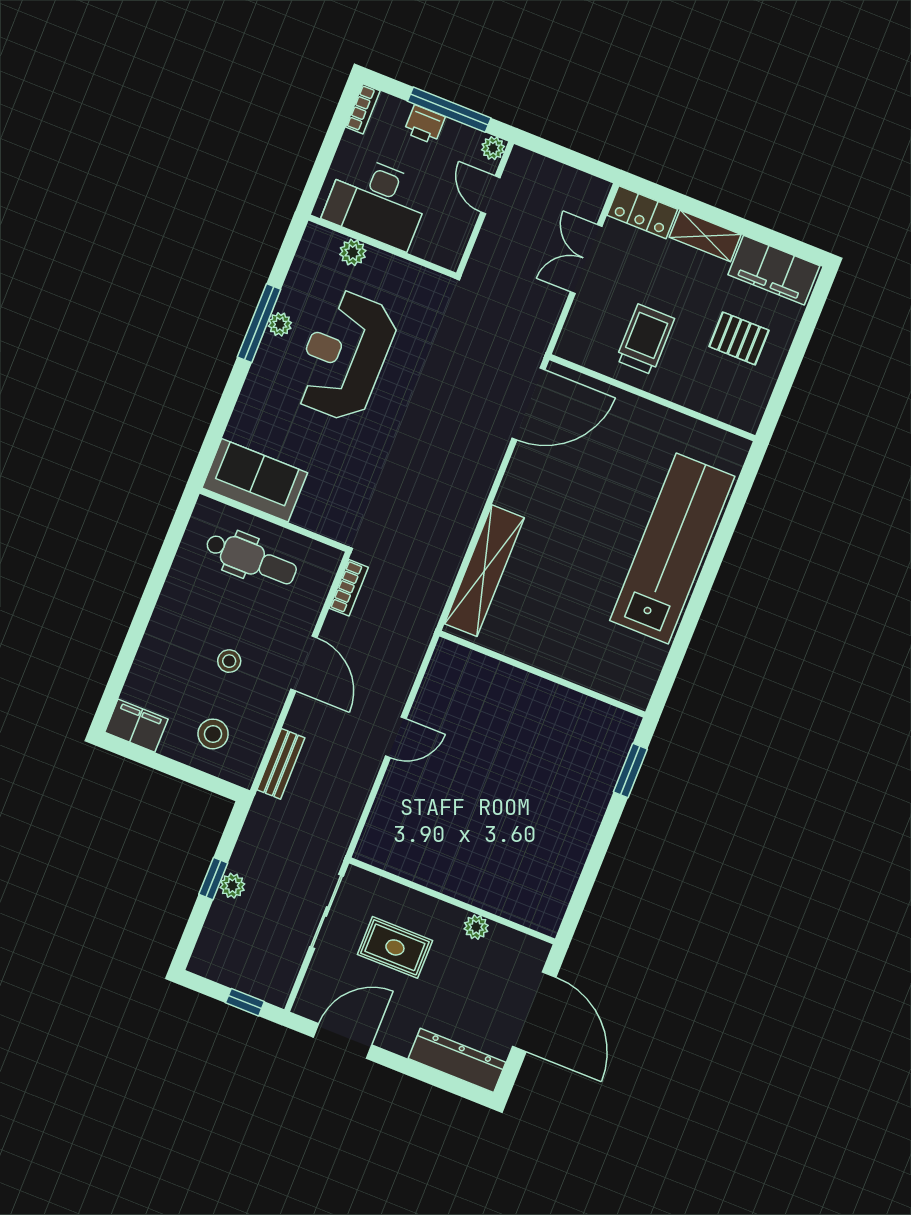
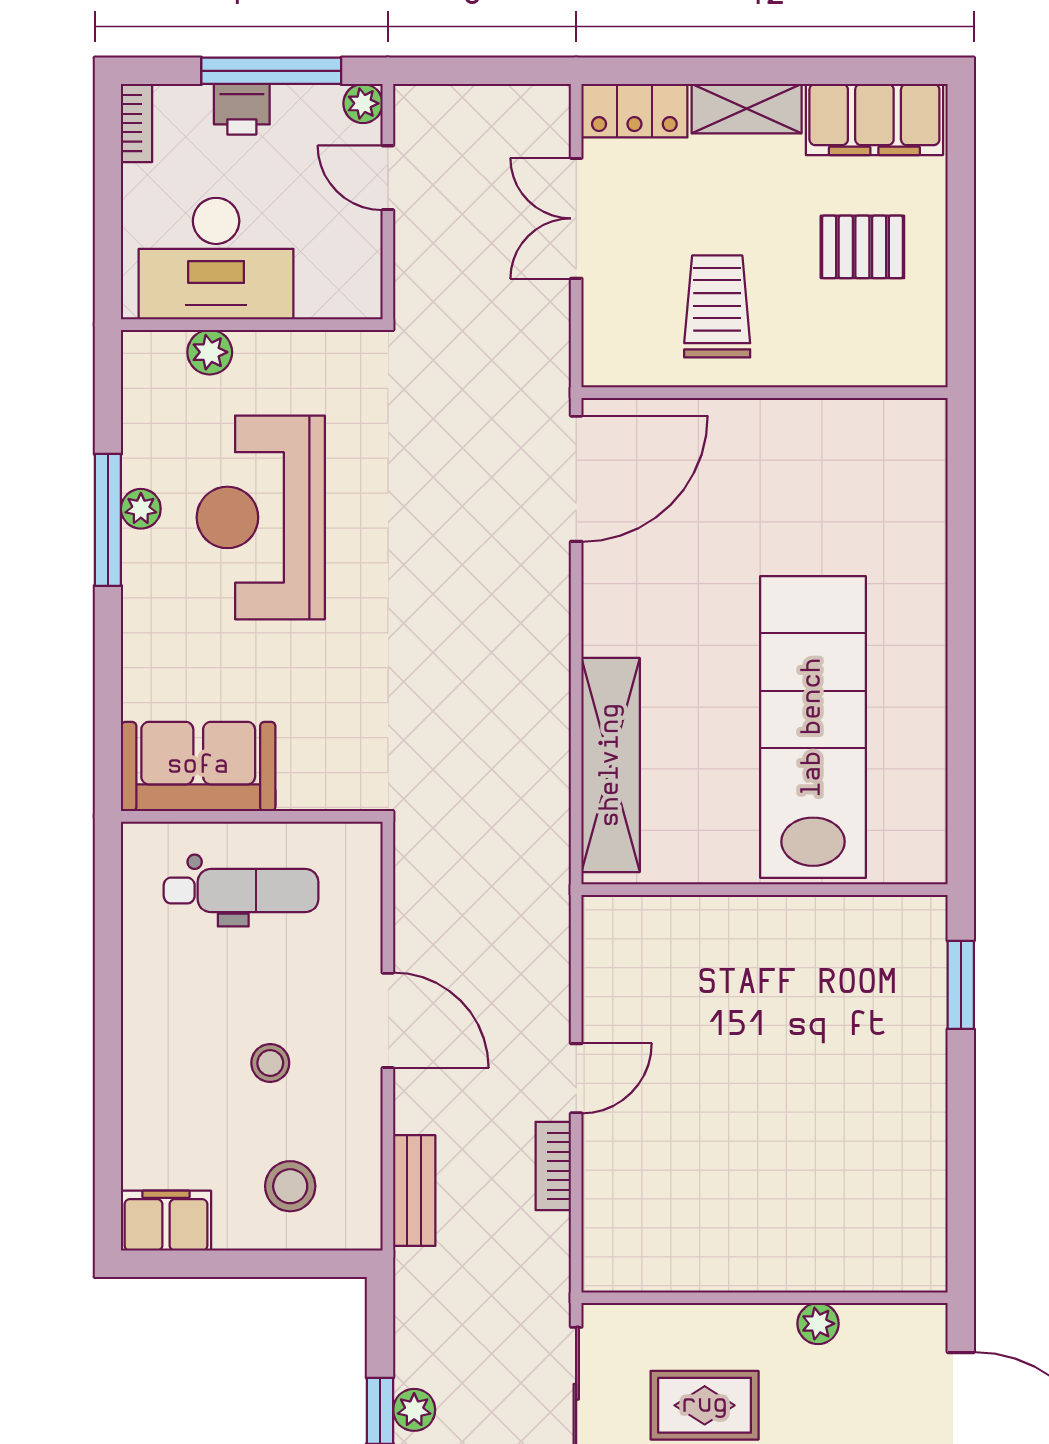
lab bench: (672, 548) -> (813, 727), moved
bookcase: (349, 588) -> (553, 1166), moved, turned 180

